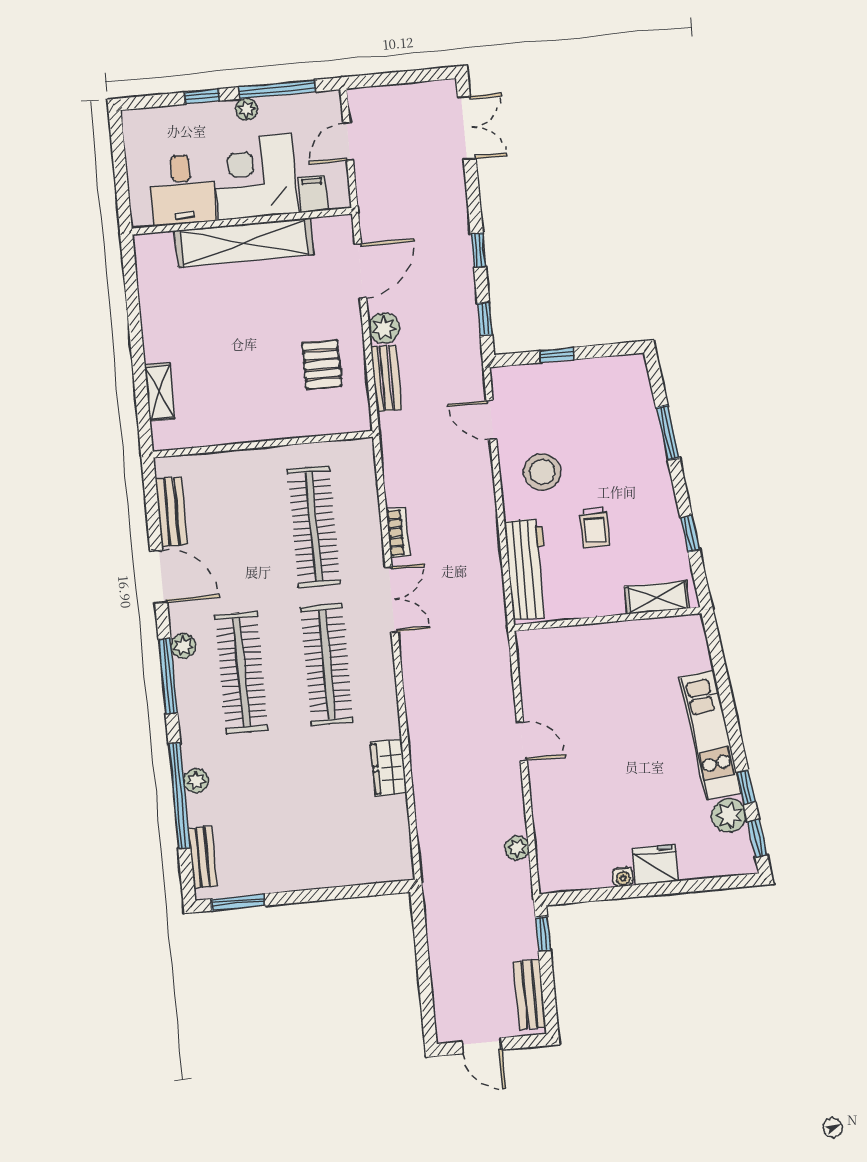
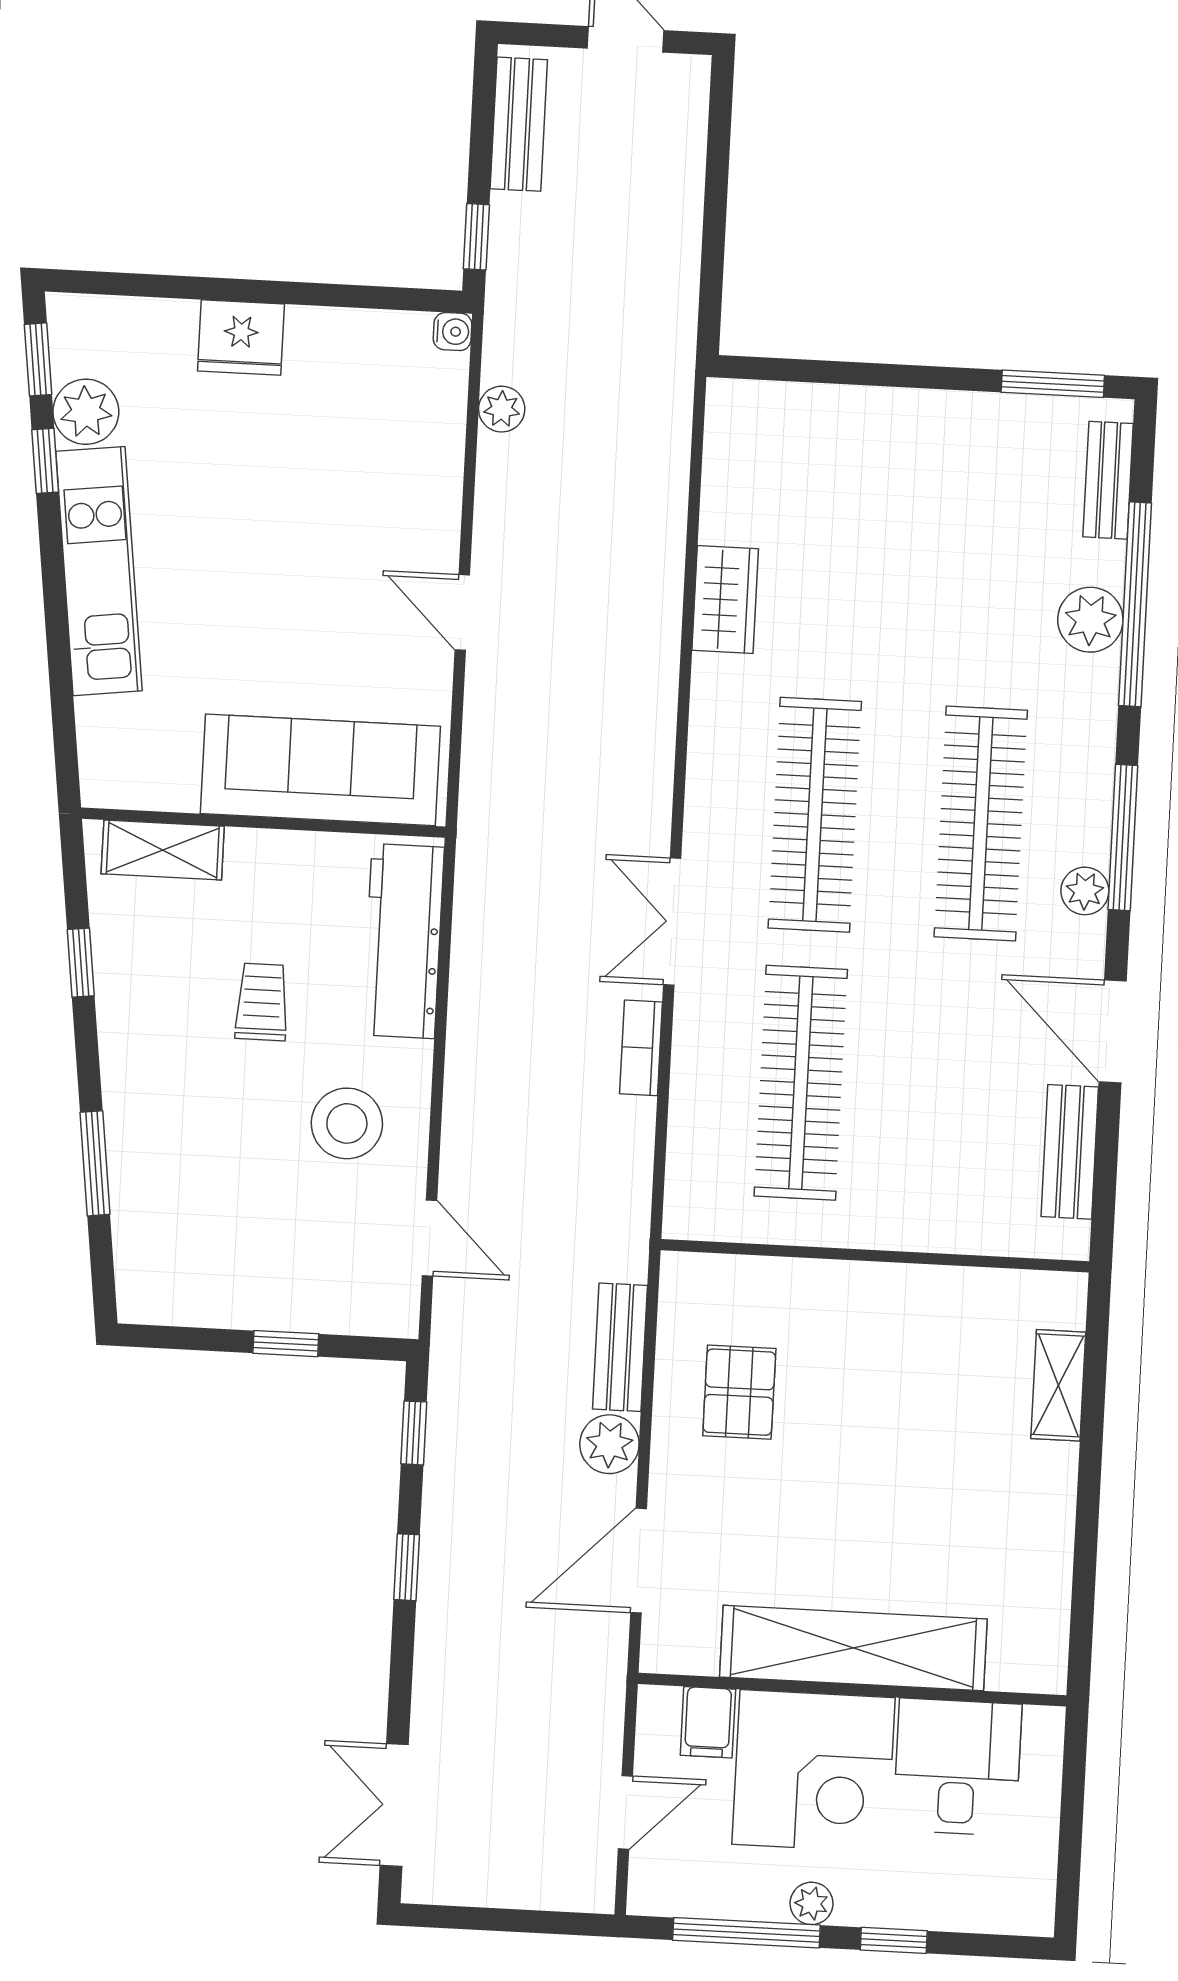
sofa: (582, 650) -> (320, 770), added
plant: (196, 781) -> (1090, 620), width x1.38, depth x1.38
water cooler: (623, 877) -> (453, 332), moved, turned 90

